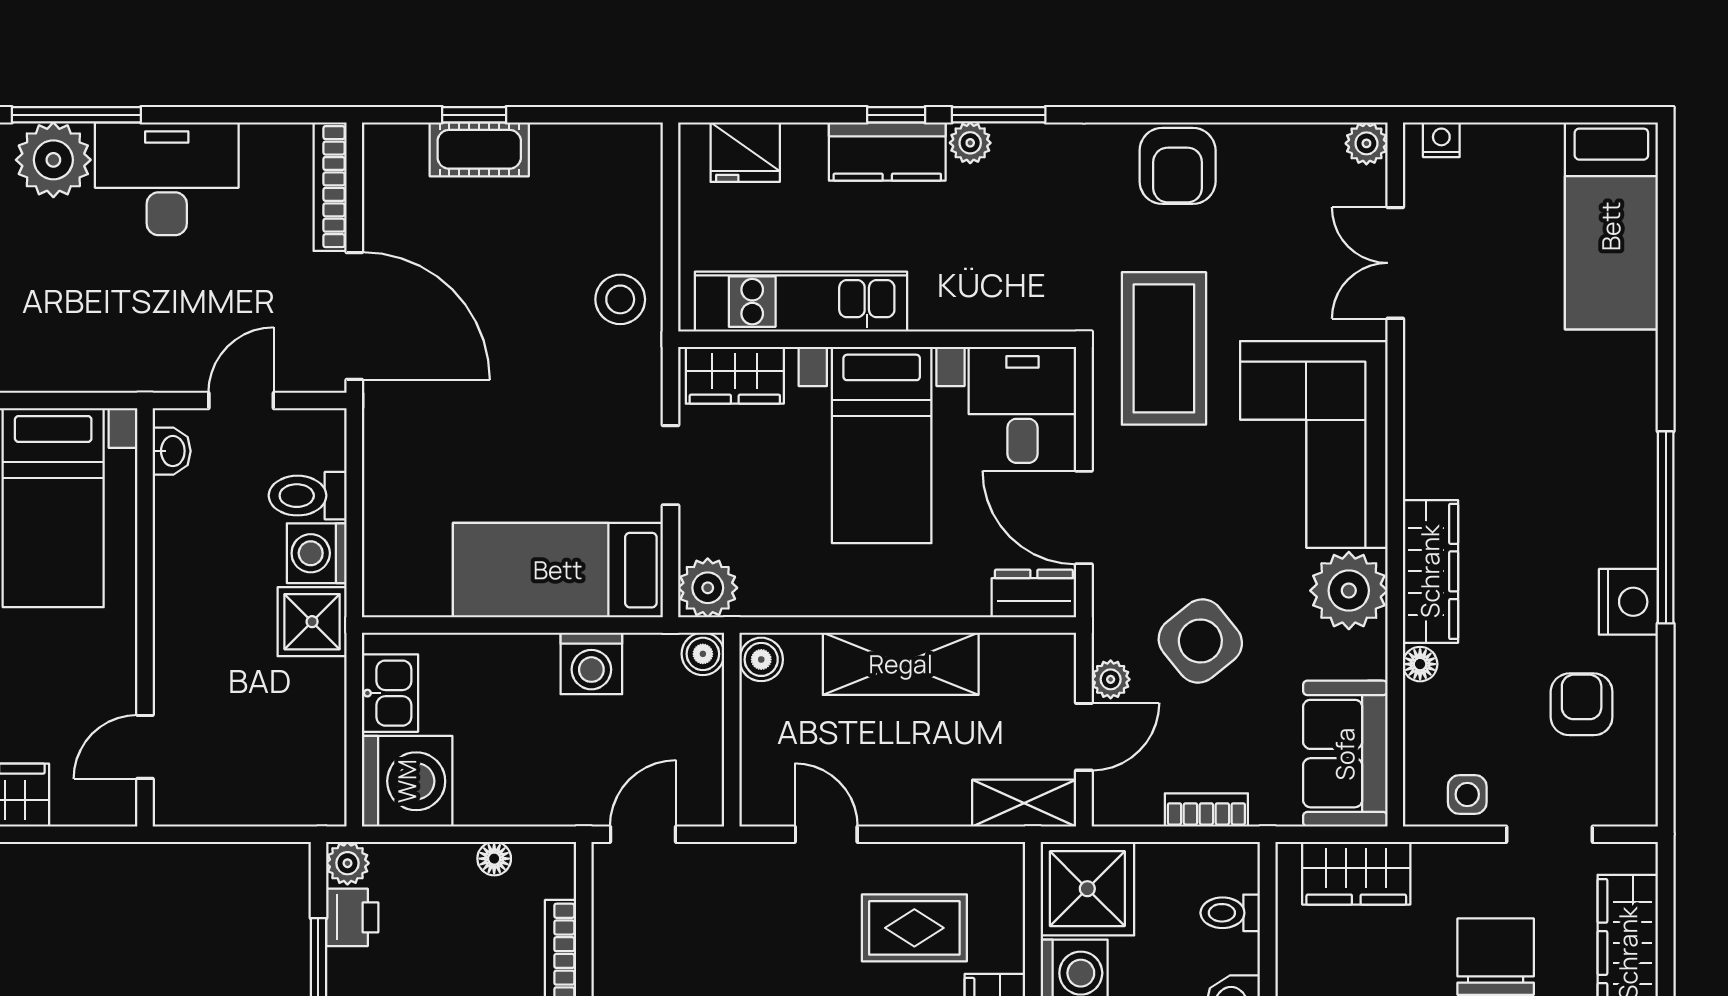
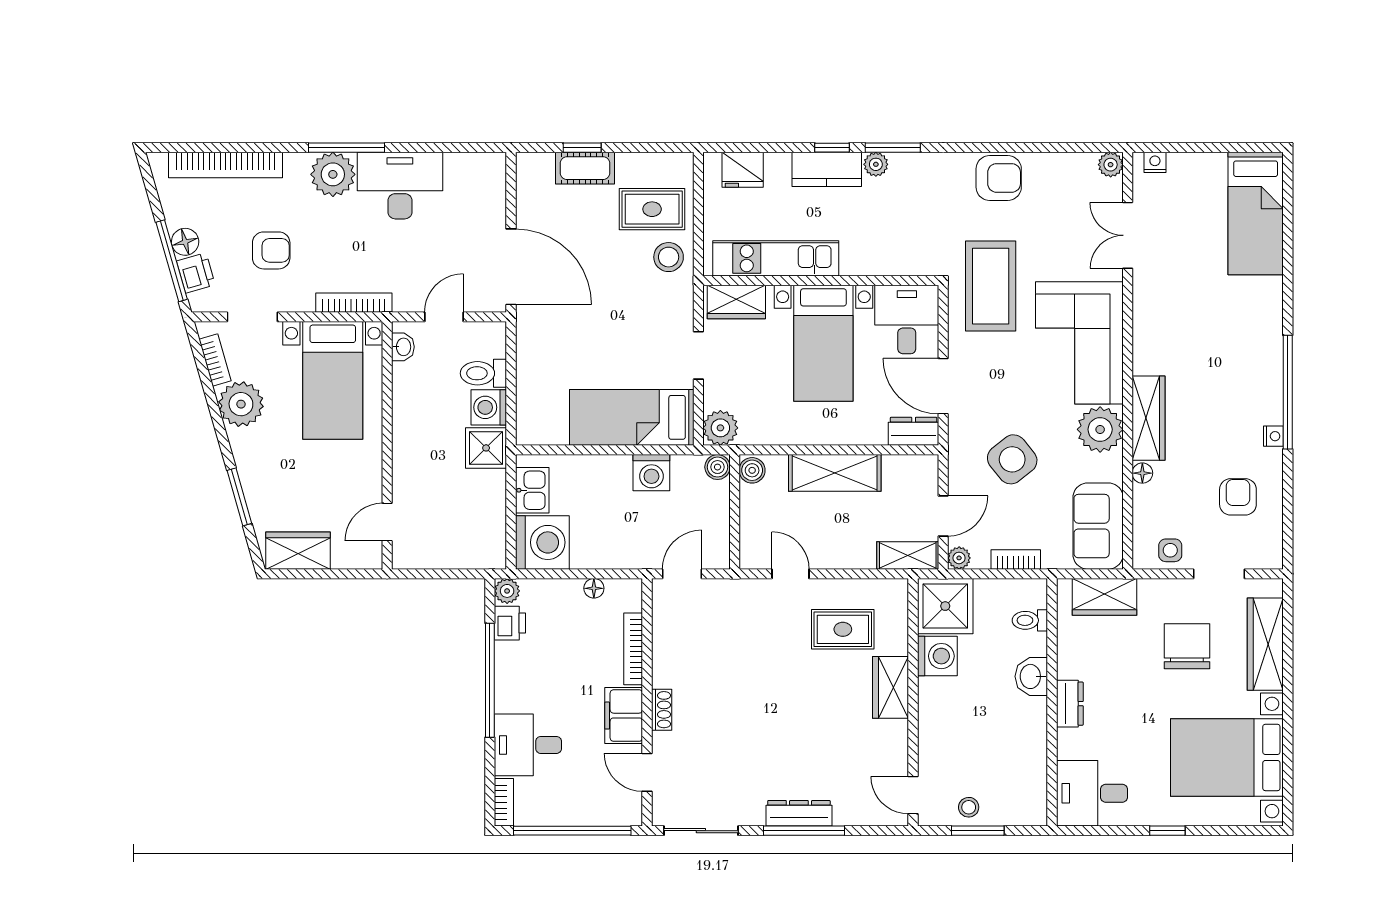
armchair: (1178, 166) -> (999, 178), turned -90
bookcase: (330, 187) -> (354, 303), moved, turned 90
rug: (592, 219) -> (652, 209), added
nightstand: (1628, 602) -> (1273, 436), width x0.53, depth x0.56
plant: (1111, 679) -> (959, 558), moved

